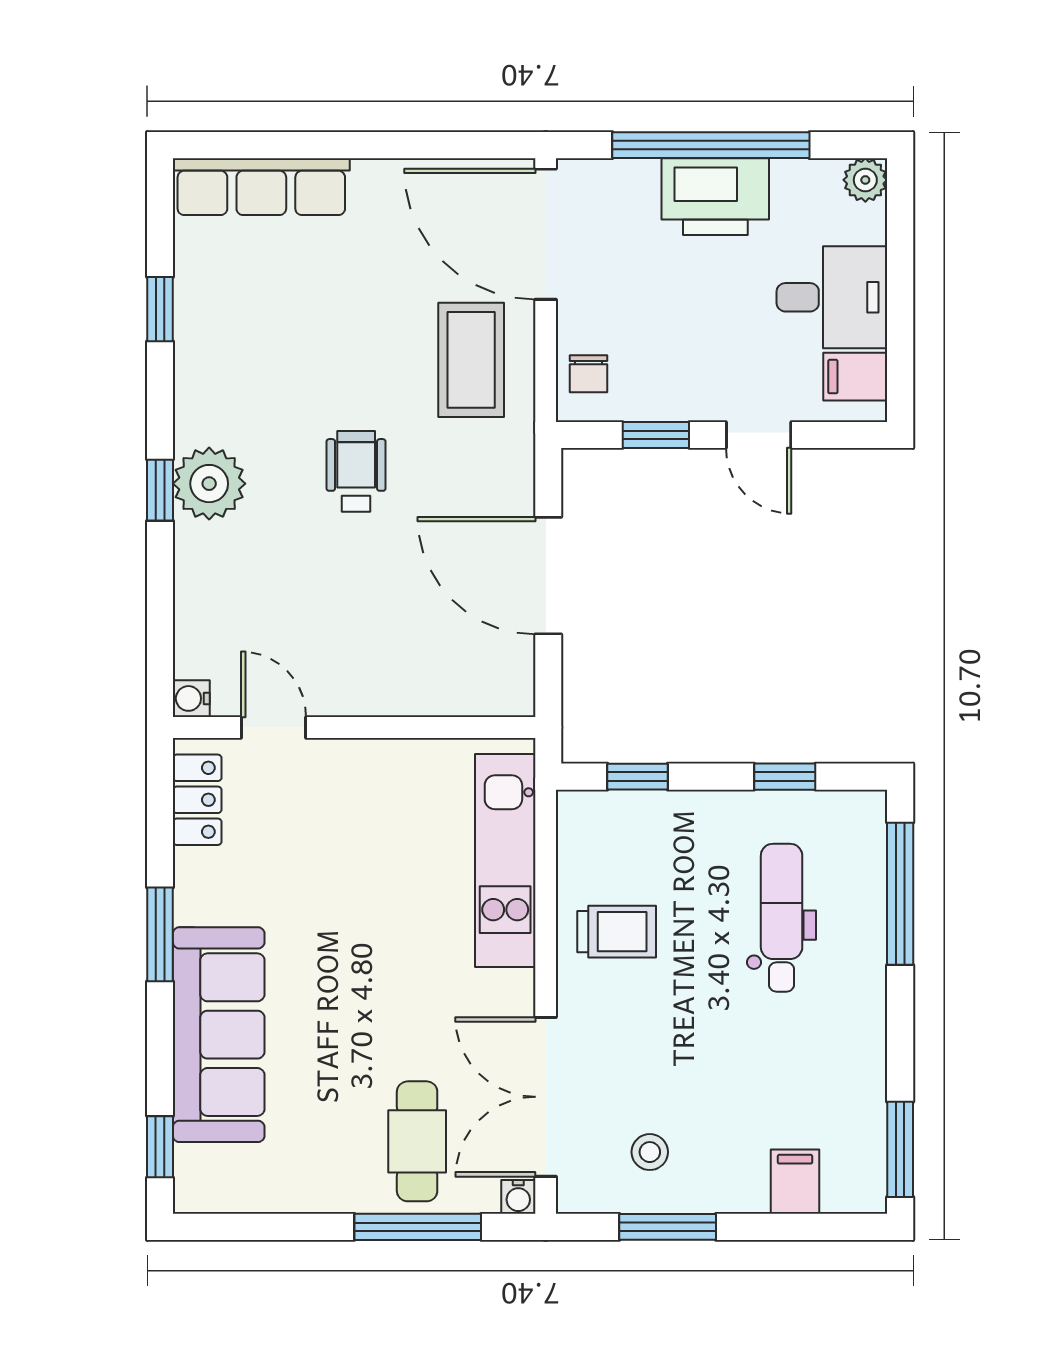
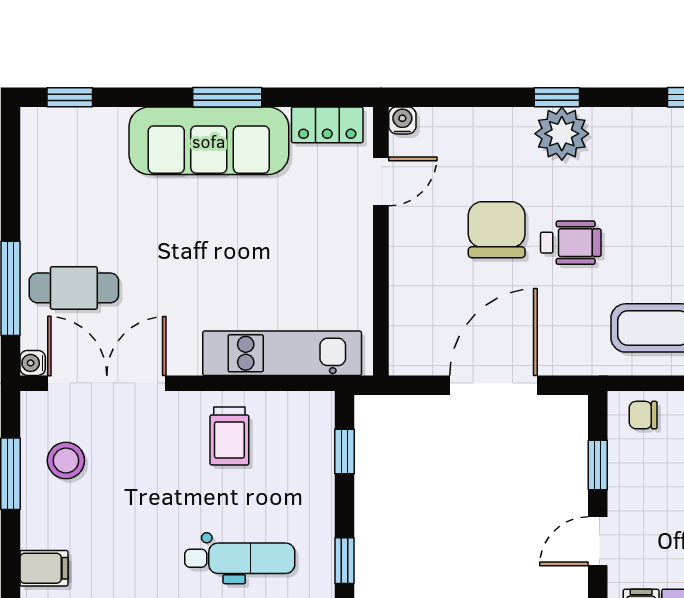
chair: (339, 571) -> (497, 230), added
sofa: (219, 1035) -> (209, 141), moved
stool: (650, 1152) -> (66, 461), width x1.37, depth x1.37

